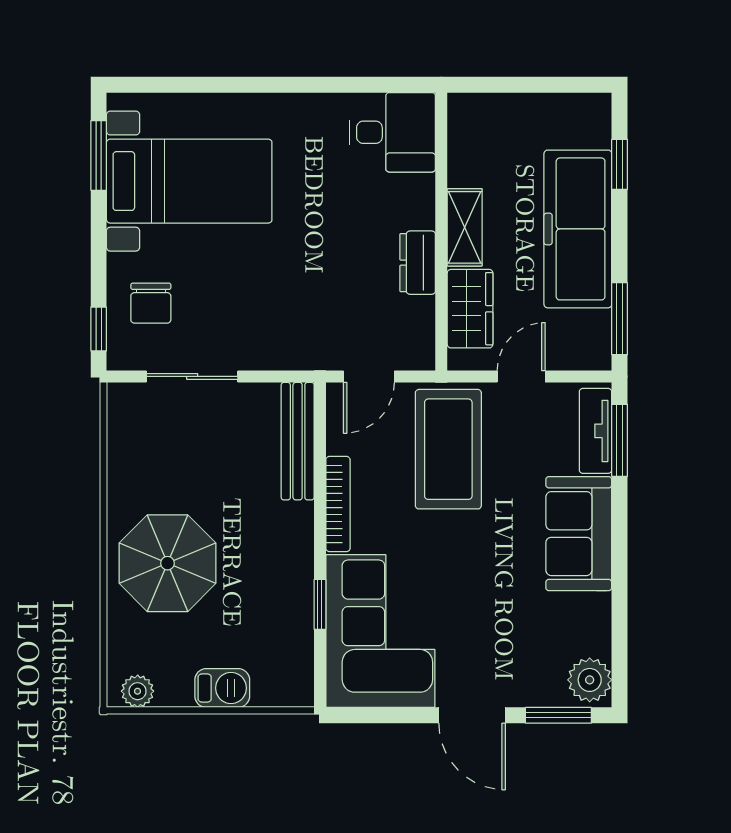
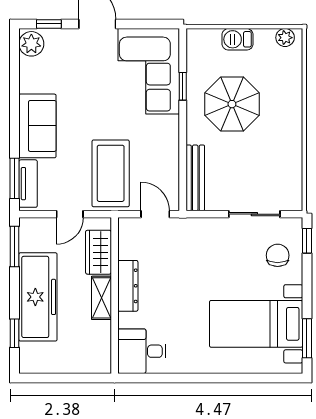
dresser: (418, 263) -> (128, 286), width x1.44
door: (369, 376) -> (155, 214), hinge flipped
bookcase: (338, 504) -> (173, 143), removed
parasol: (168, 563) -> (232, 104), moved
window: (558, 715) -> (49, 24), width x0.67

